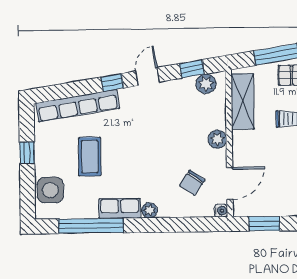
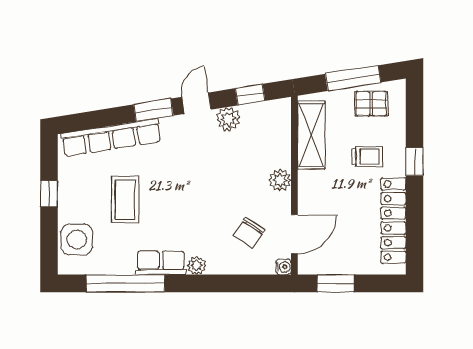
window: (112, 83) -> (153, 110), width x1.50
plant: (206, 84) -> (228, 119), moved

